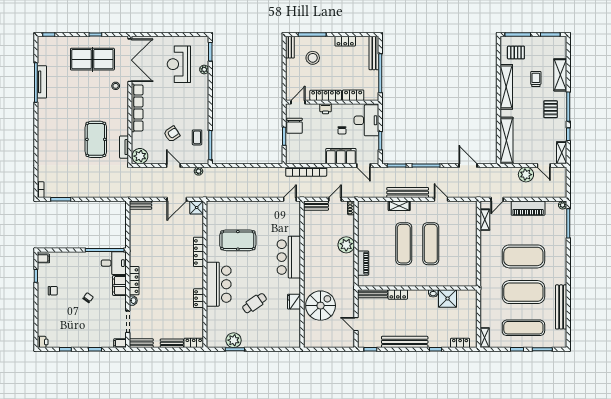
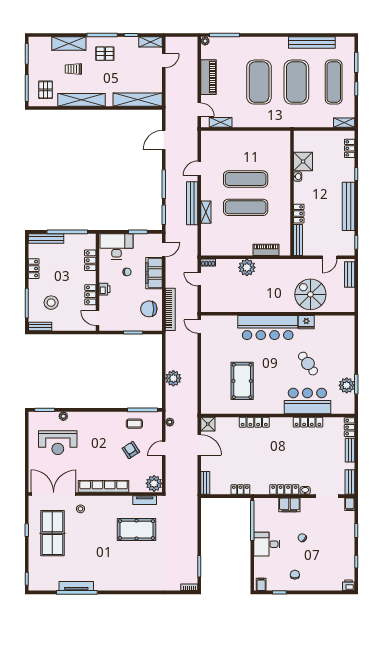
locker: (326, 95) -> (90, 295), width x0.66
chair: (294, 126) -> (149, 309), moved, turned 180
plant: (526, 175) -> (173, 378), moved
bench: (316, 206) -> (350, 275), moved
locker: (134, 239) -> (240, 490), added
bar counter: (289, 257) -> (268, 328), width x1.36
desk: (114, 263) -> (267, 544), moved, turned -90
bar counter: (219, 284) -> (307, 401), moved
locker: (198, 298) -> (308, 422), width x1.53

